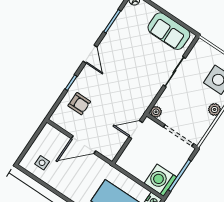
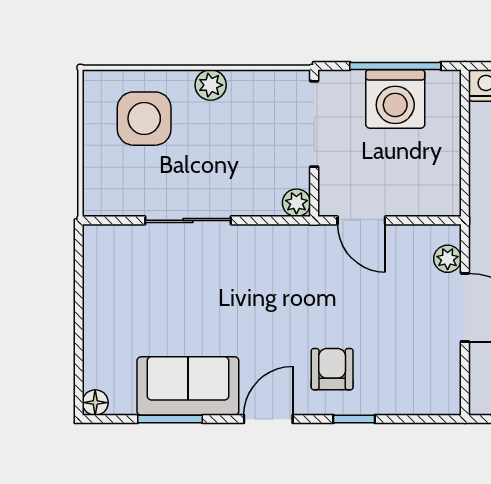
sofa: (169, 31) -> (188, 386), moved, turned -90
armchair: (79, 104) -> (332, 369), moved
plant: (104, 150) -> (448, 259), added
washing machine: (160, 180) -> (395, 99), moved

